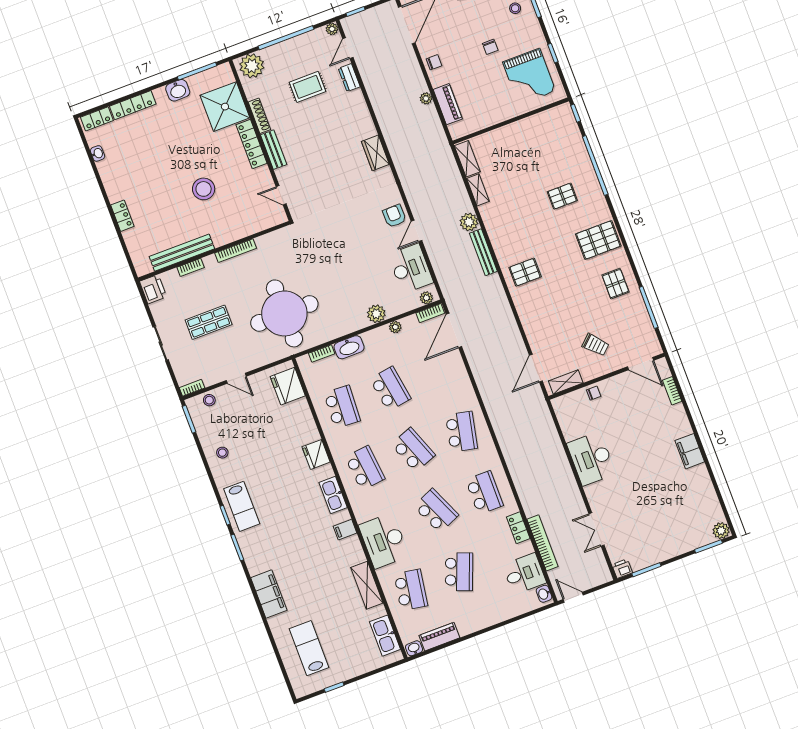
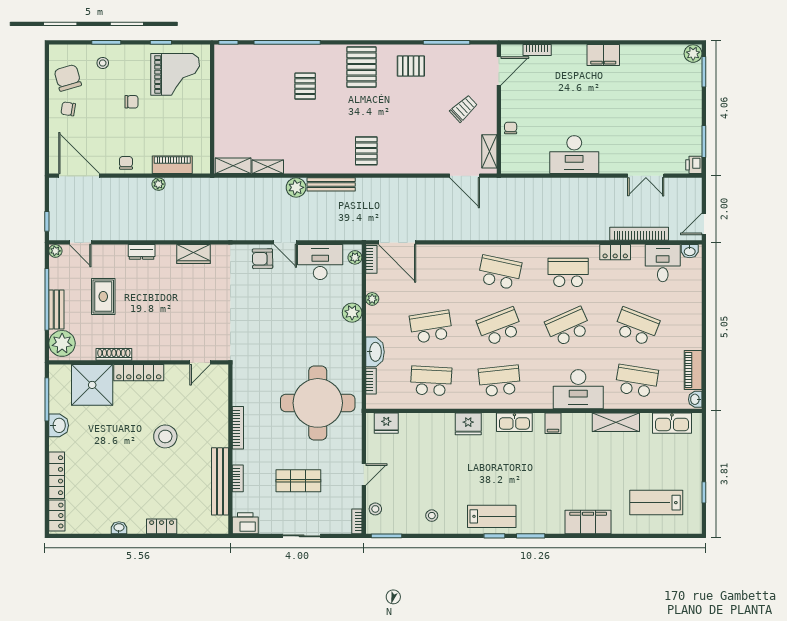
dresser: (349, 78) -> (142, 252), moved
bench: (274, 150) -> (56, 309), moved, turned 90
washbasin: (98, 153) -> (119, 528), moved
shop shelf: (209, 322) -> (298, 481), turned 90
fridge: (288, 386) -> (386, 423), width x0.73, depth x0.75

